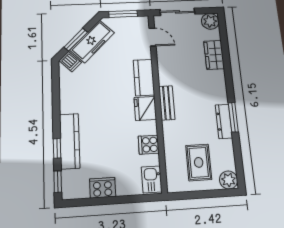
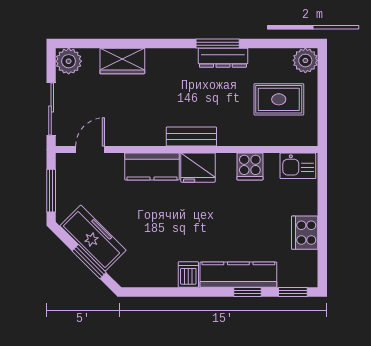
dishwasher: (70, 62) -> (188, 274), moved, turned -45

